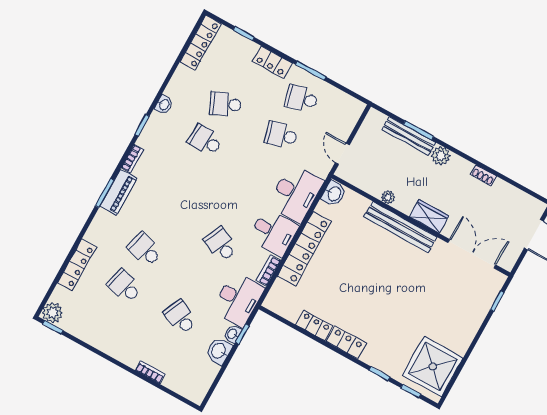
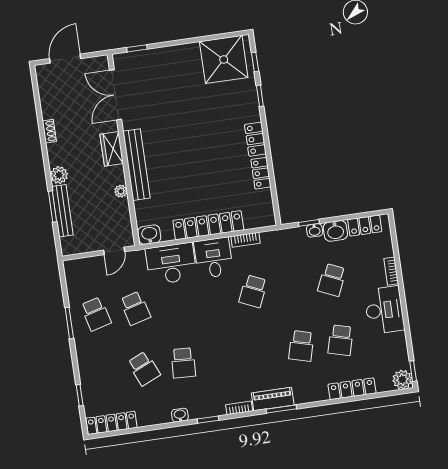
locker: (272, 62) -> (365, 226), moved, turned 90
desk: (238, 299) -> (384, 310), moved, turned 90

